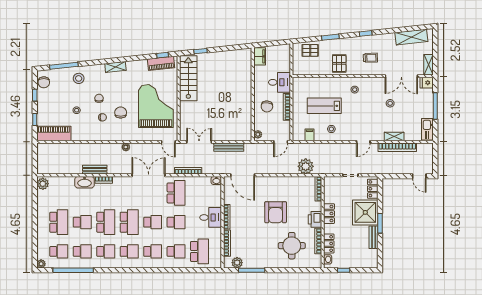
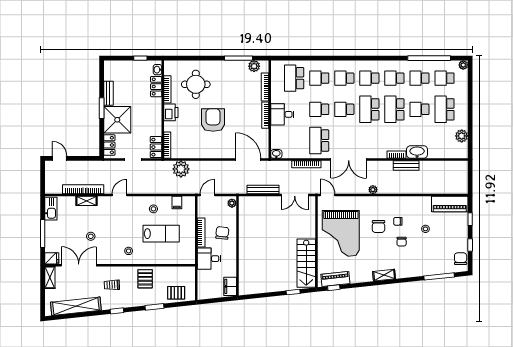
shelving: (411, 37) -> (76, 306), width x1.47
stool: (79, 78) -> (423, 263), removed
plant: (43, 184) -> (462, 136), moved
locker: (329, 214) -> (156, 147), moved

